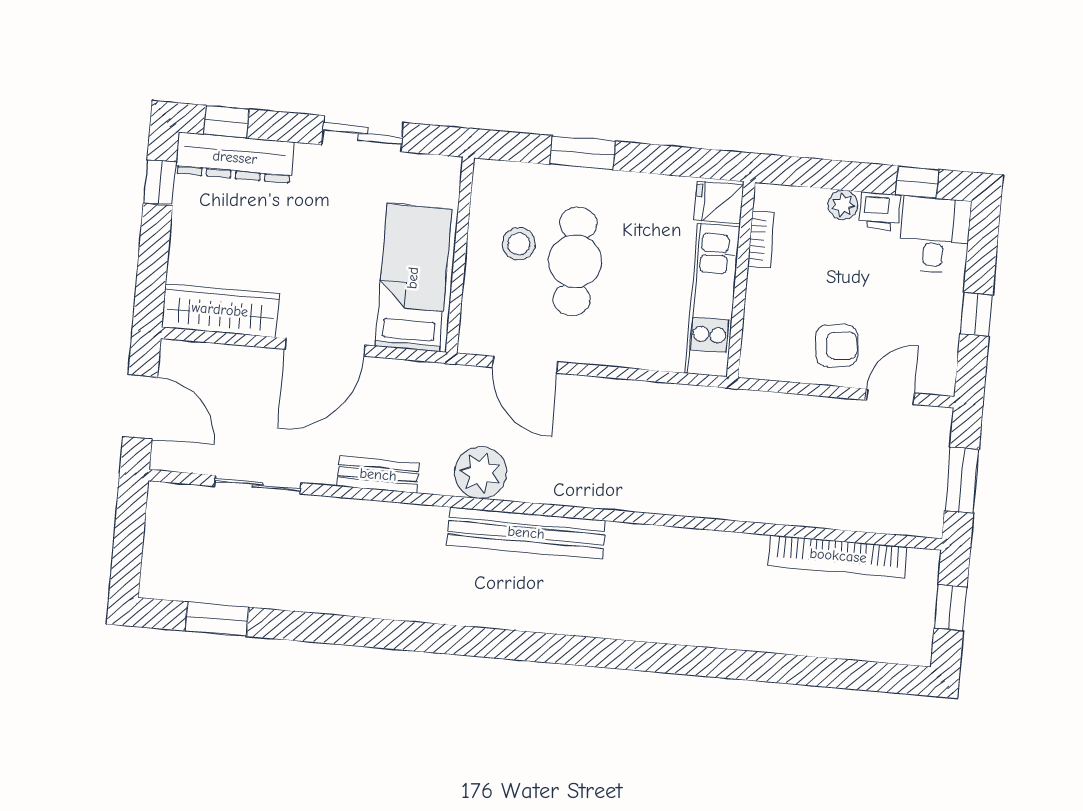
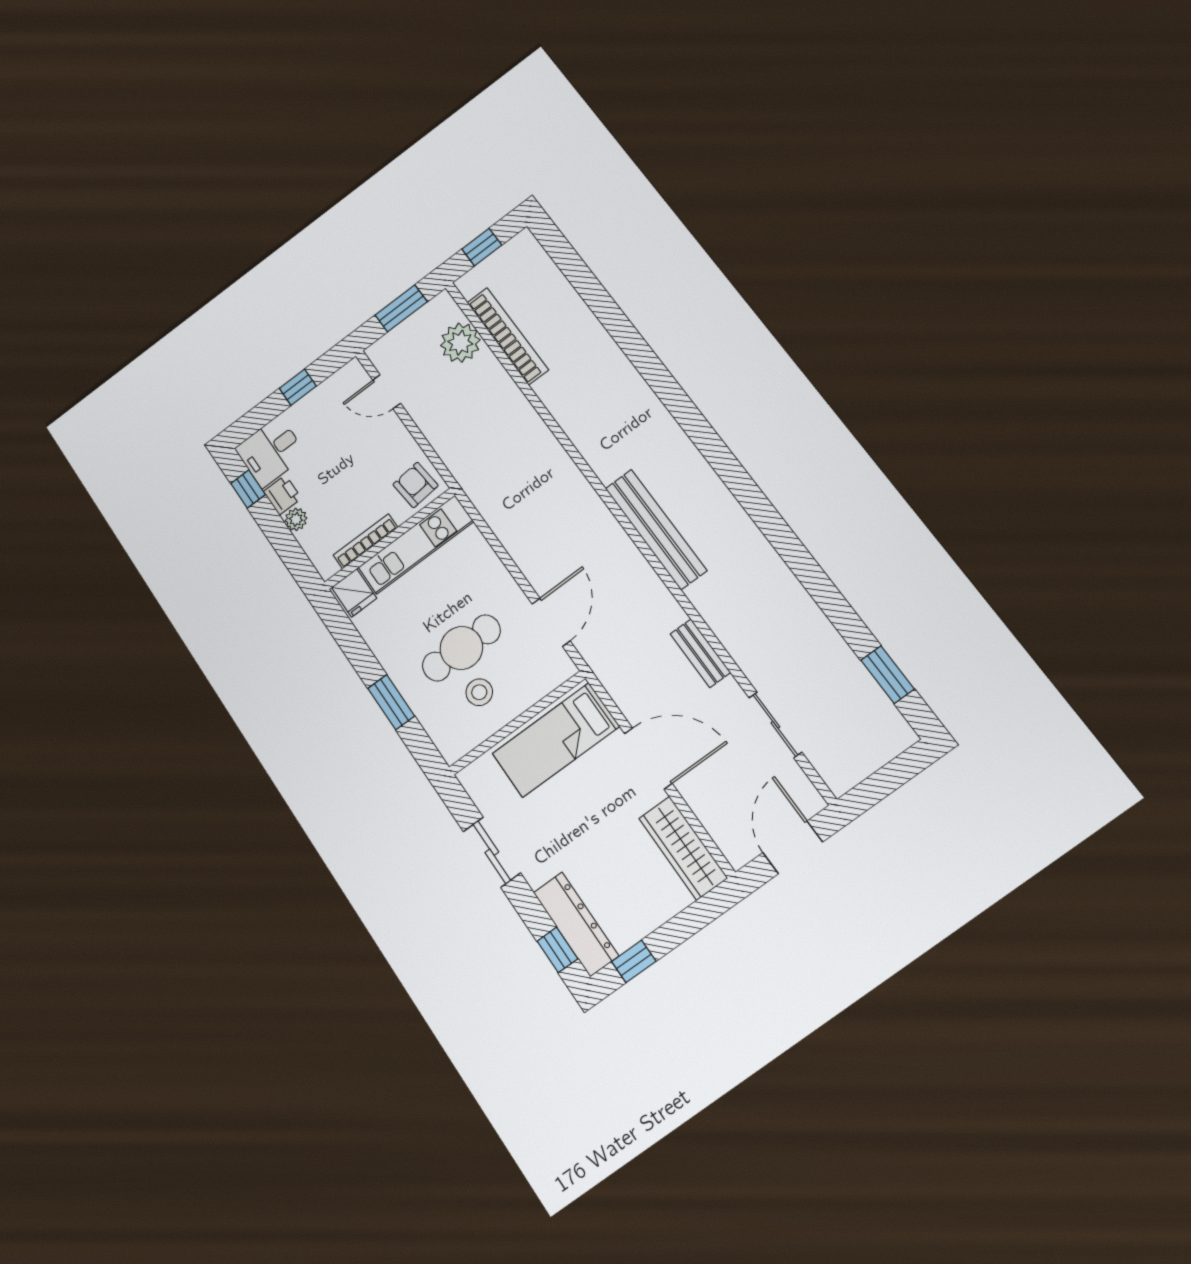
bookcase: (761, 239) -> (365, 541), width x1.56
armchair: (837, 346) -> (415, 485), moved
plant: (481, 473) -> (460, 343), moved

